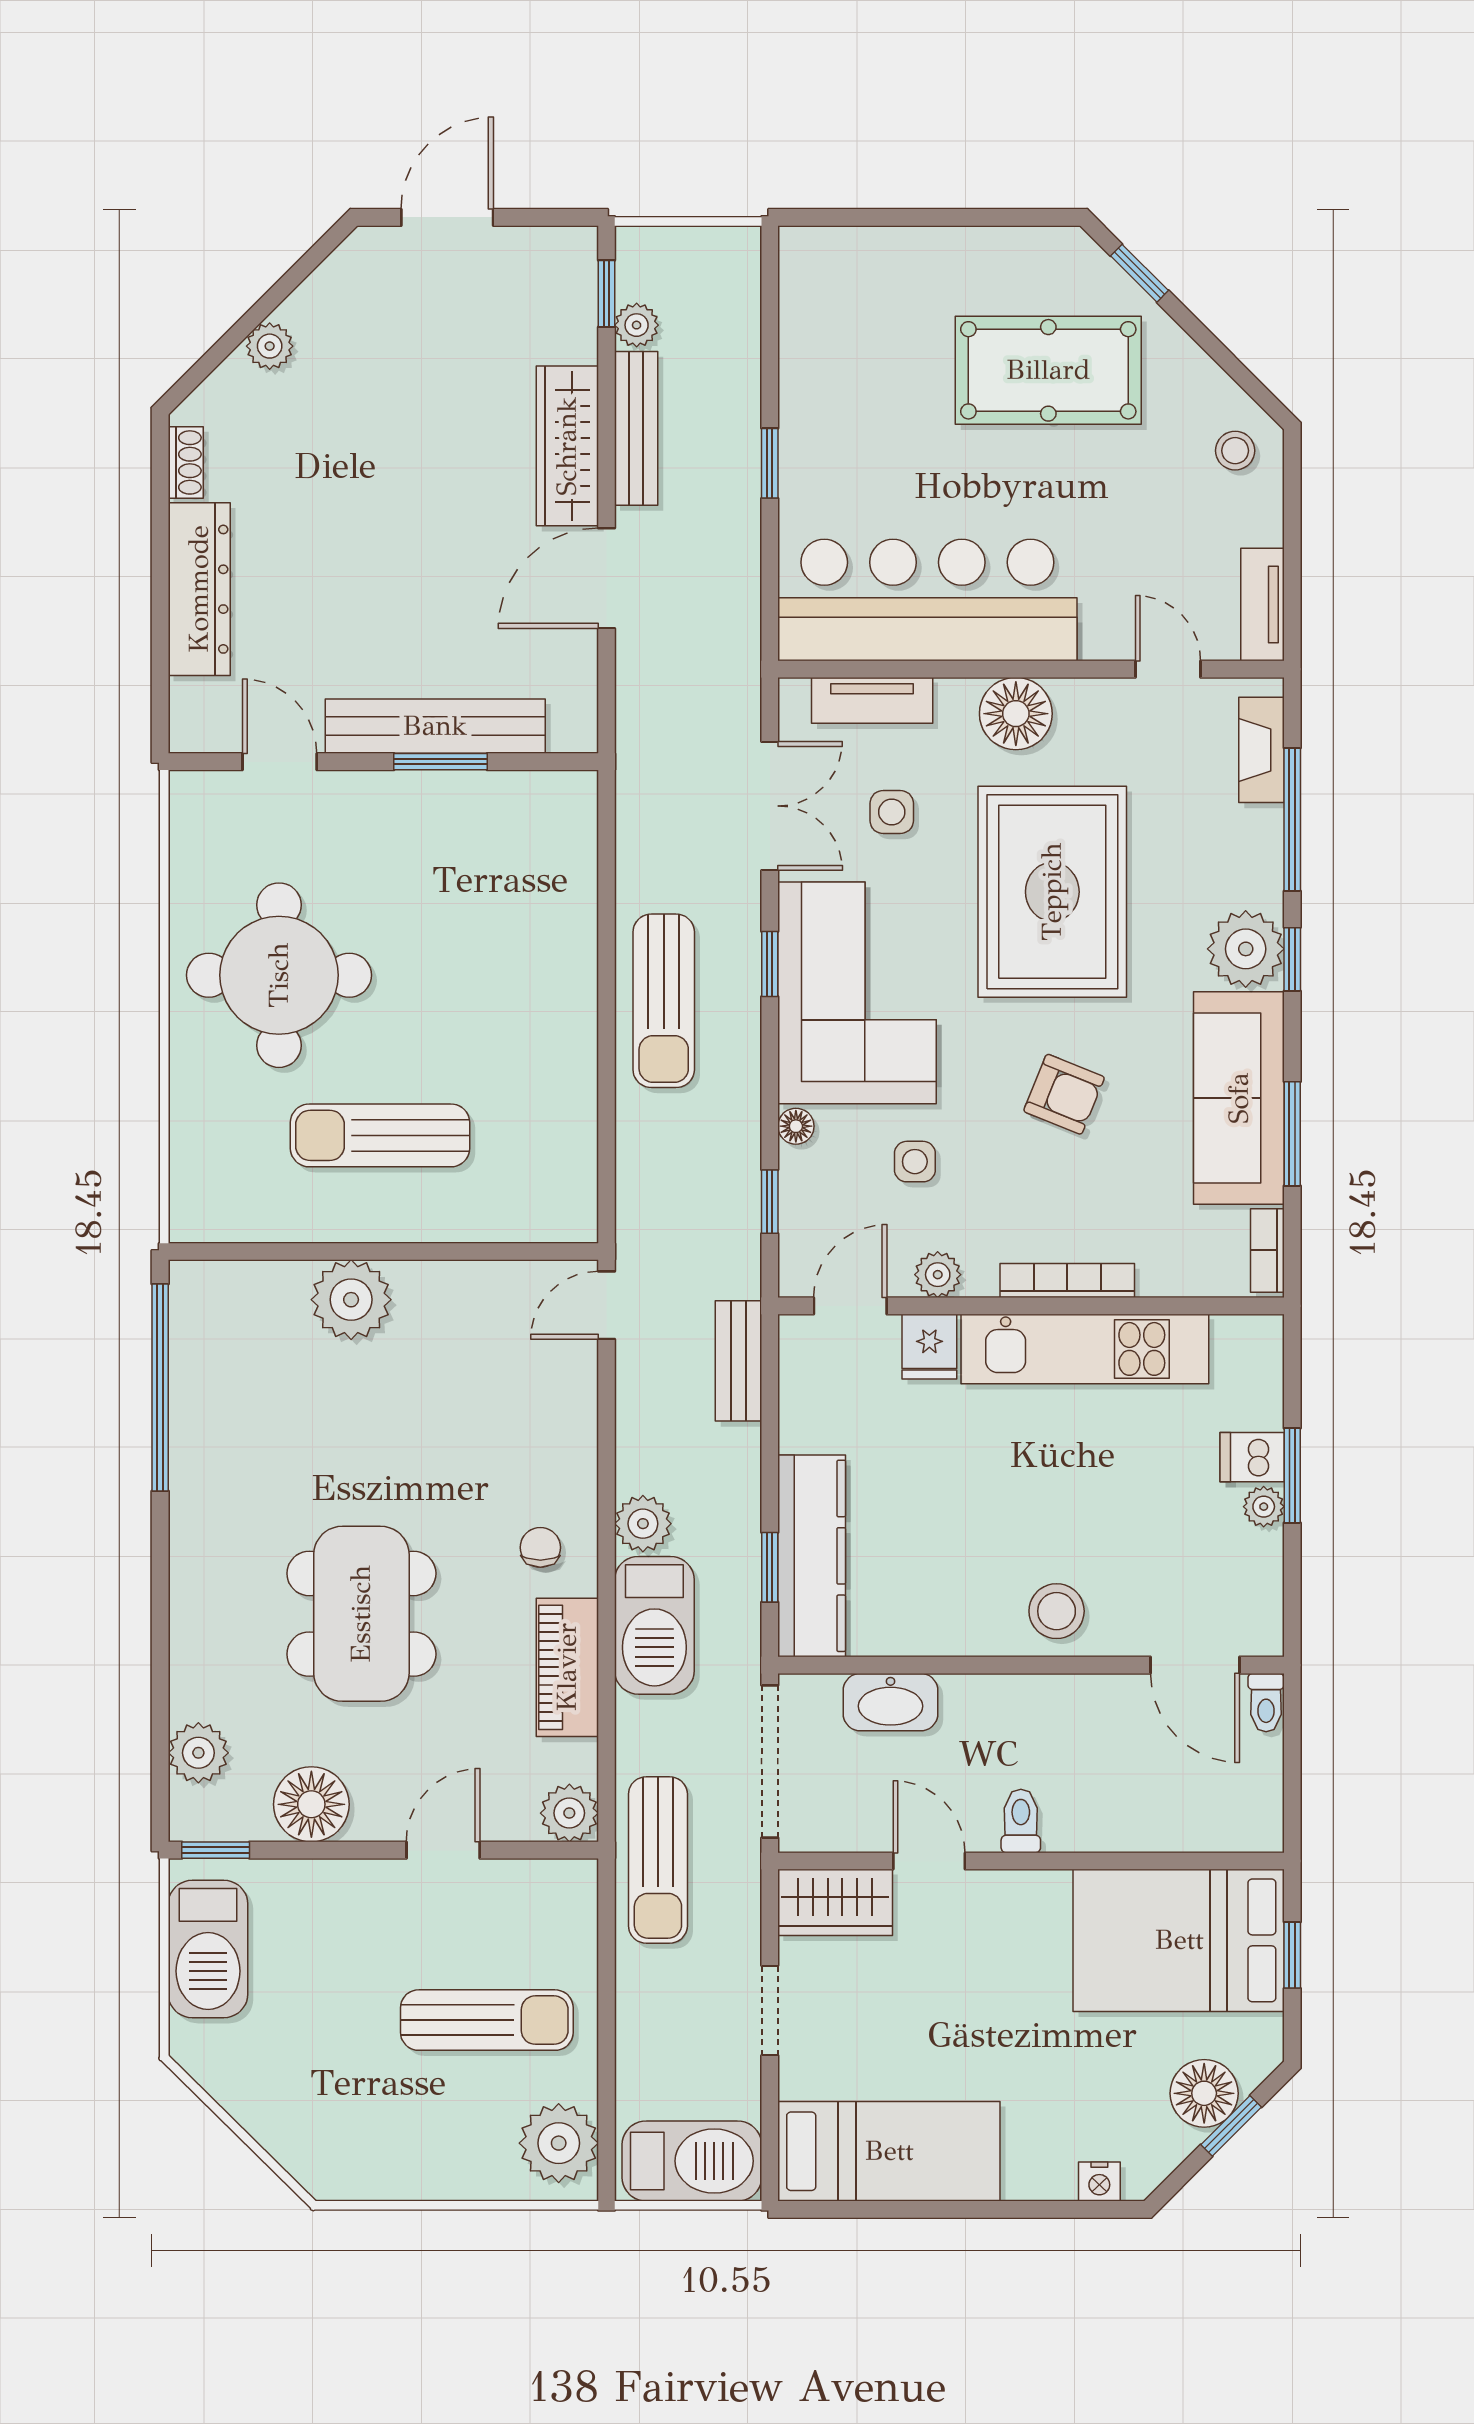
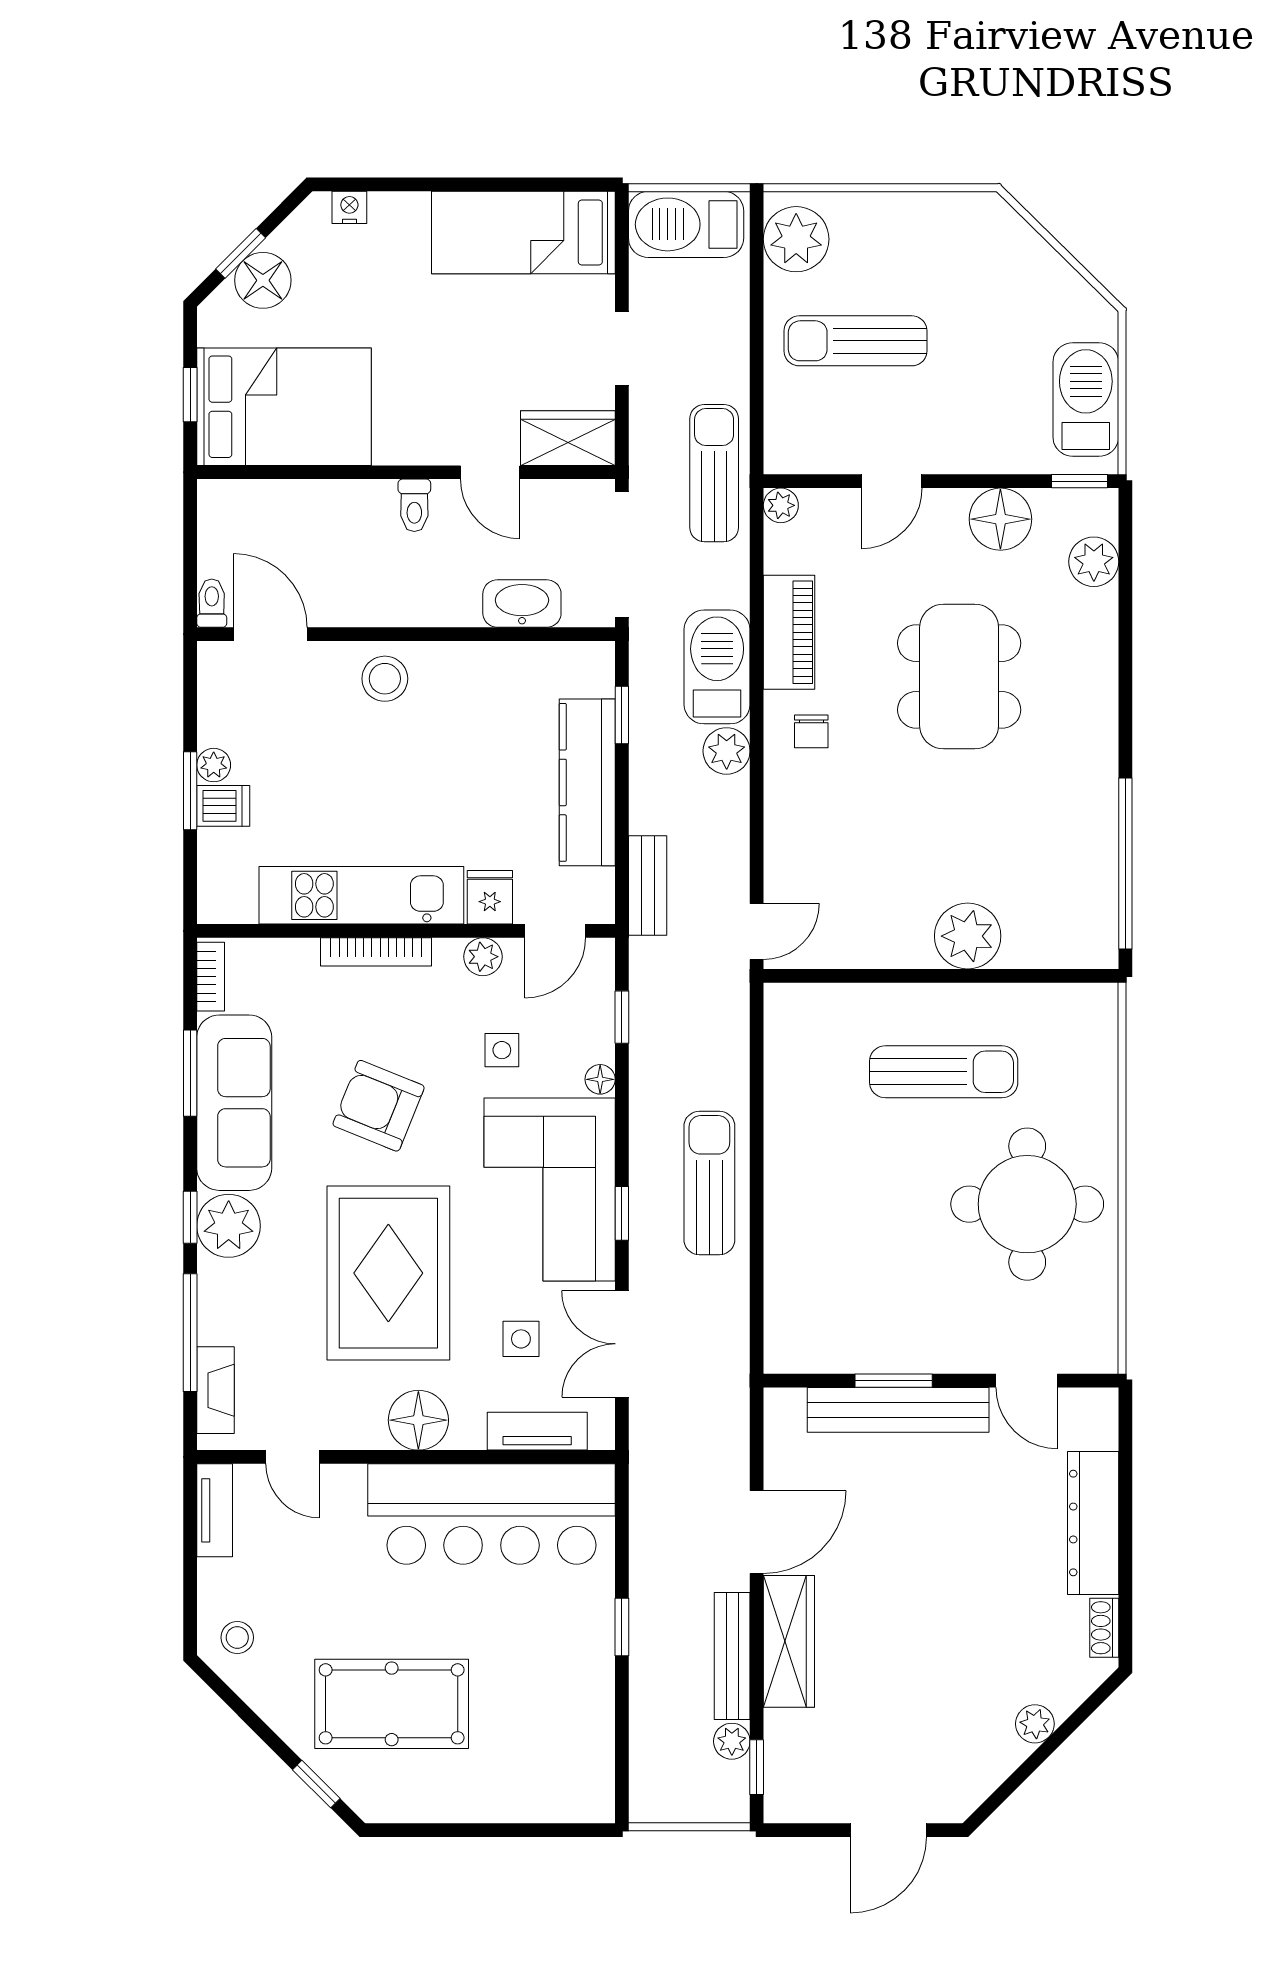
armchair: (1064, 1094) -> (379, 1106), width x1.38, depth x1.38
kitchen counter: (812, 1556) -> (587, 782), moved
plant: (569, 1813) -> (781, 505), width x0.73, depth x0.73

